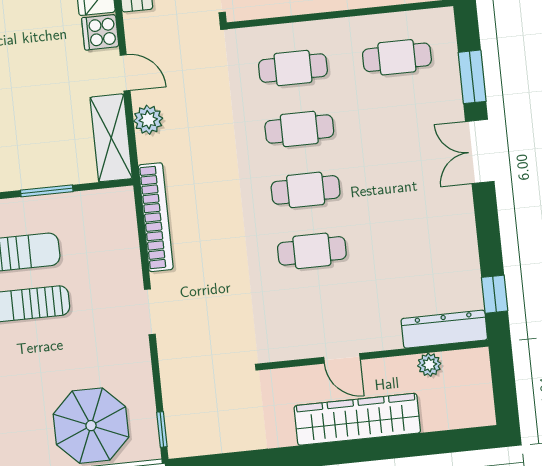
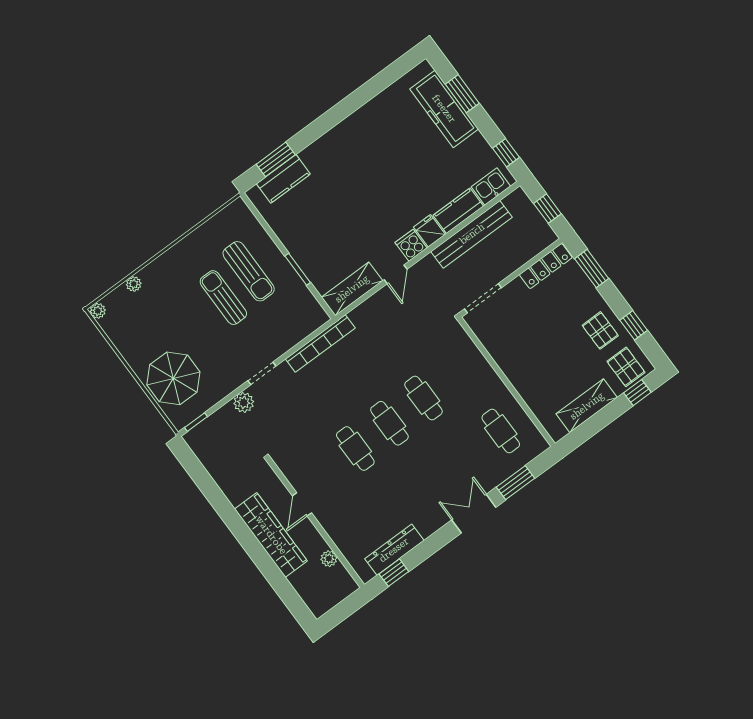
cafe table: (293, 68) -> (458, 373), removed
plant: (148, 120) -> (244, 402), moved
dresser: (444, 329) -> (394, 550), moved, turned -90

